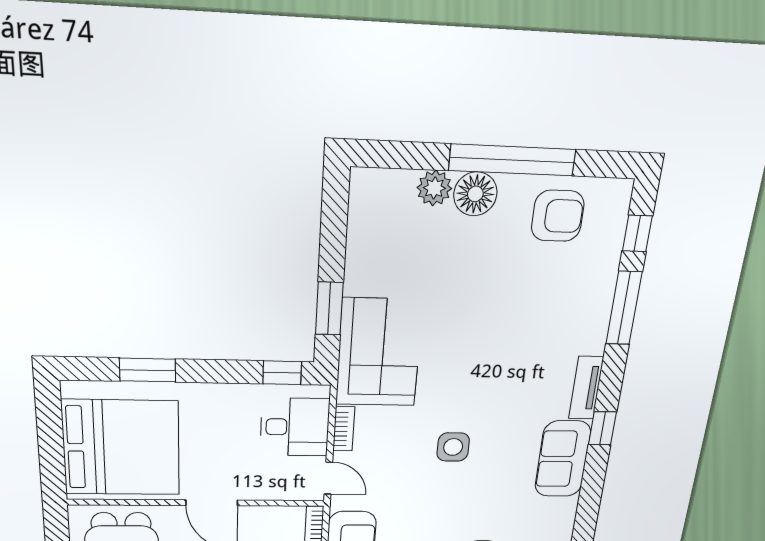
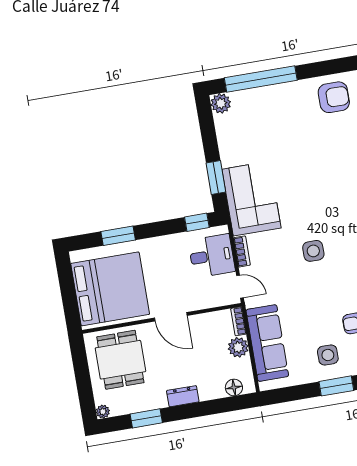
window: (512, 160) -> (261, 79), moved
plant: (434, 188) -> (221, 103), moved
floor lamp: (475, 194) -> (283, 95), removed

